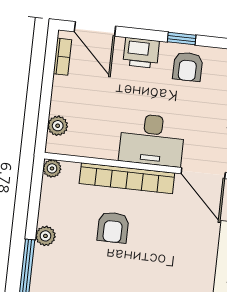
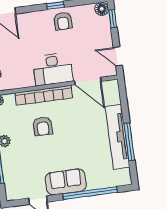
printer: (141, 53) -> (34, 20), removed

